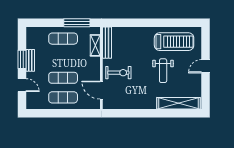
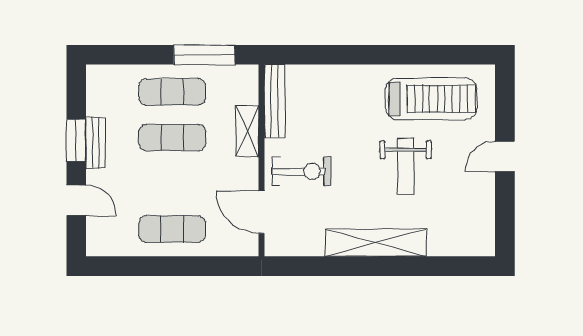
shelving: (95, 45) -> (247, 131), moved
exercise mat: (63, 78) -> (172, 138), moved
shelving: (178, 103) -> (376, 243), moved

